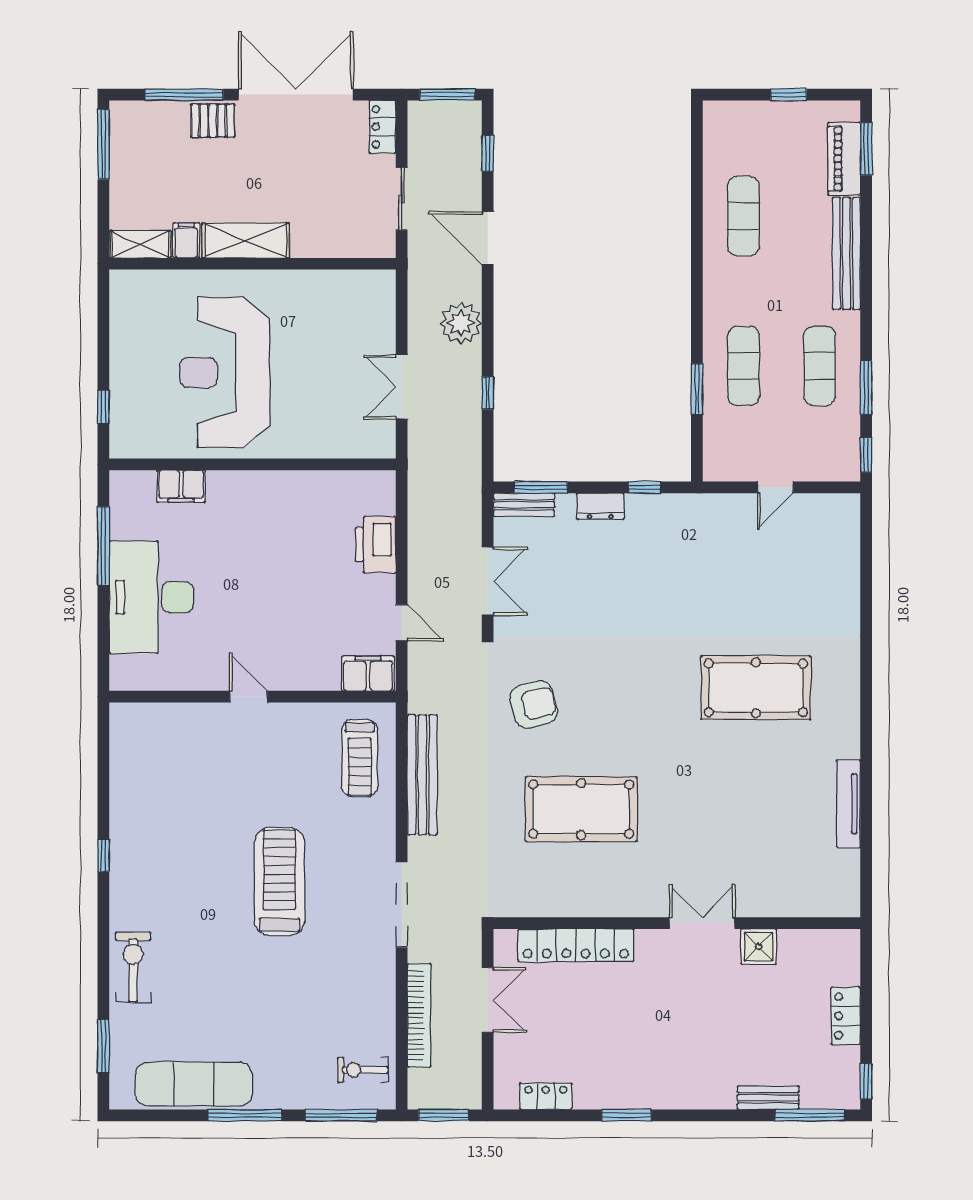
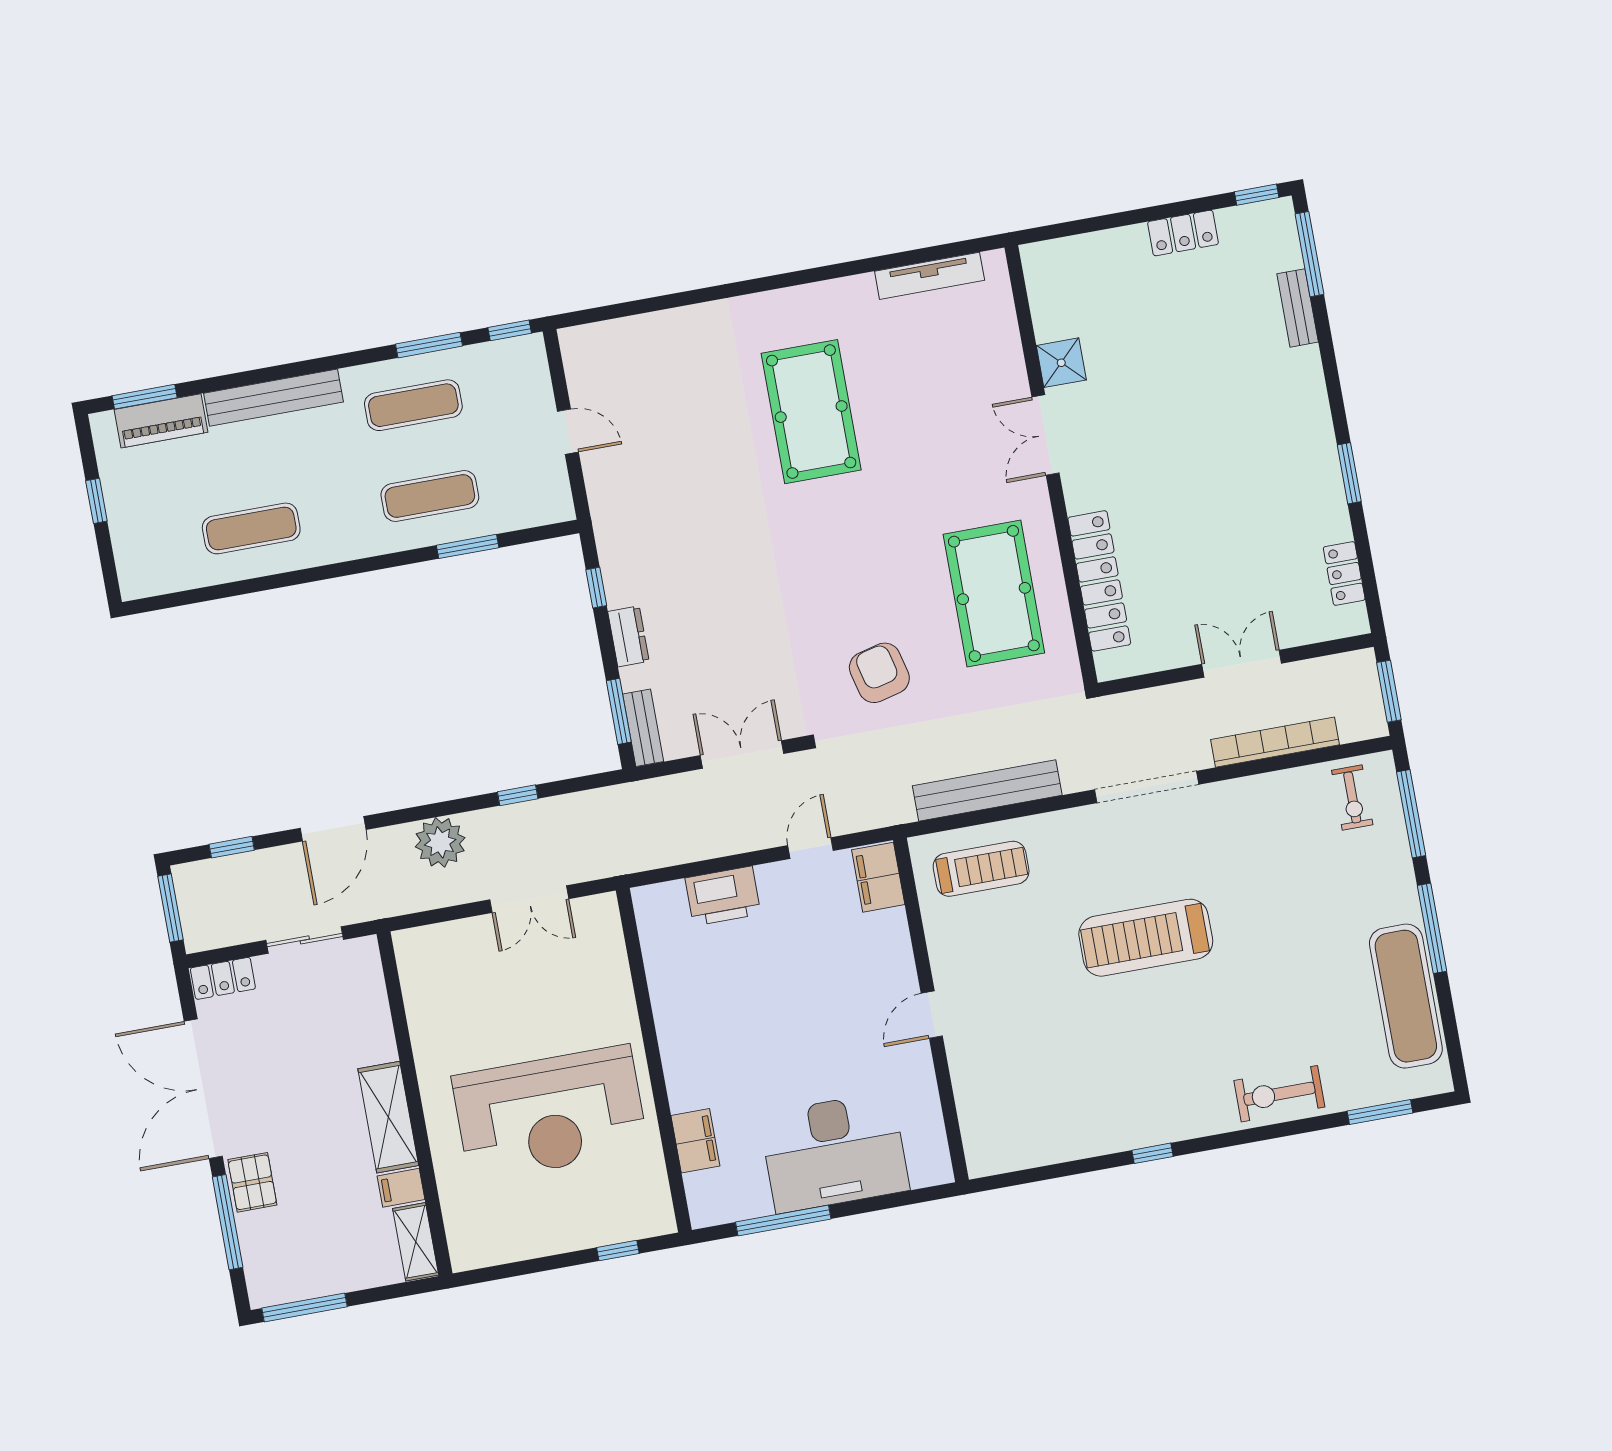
wall: (677, 923) -> (1051, 465), moved
double door: (702, 923) -> (1046, 435), moved
locker: (576, 945) -> (1099, 581), moved
shower: (759, 947) -> (1061, 363), moved

